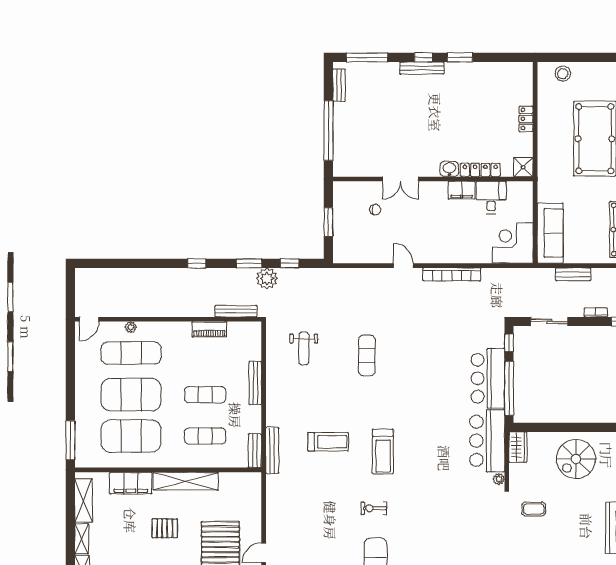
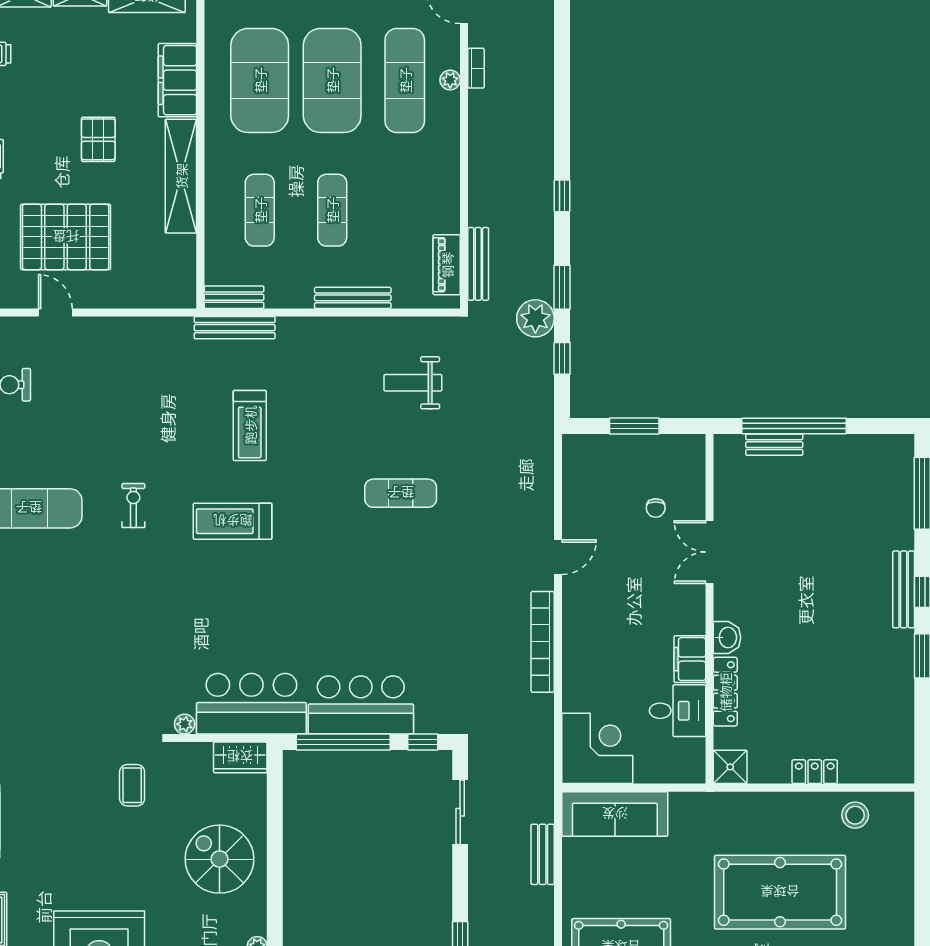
stool: (563, 74) -> (855, 815), moved
bench: (339, 85) -> (774, 445), moved
bookcase: (596, 312) -> (476, 68), moved
piano: (209, 329) -> (447, 265), moved

